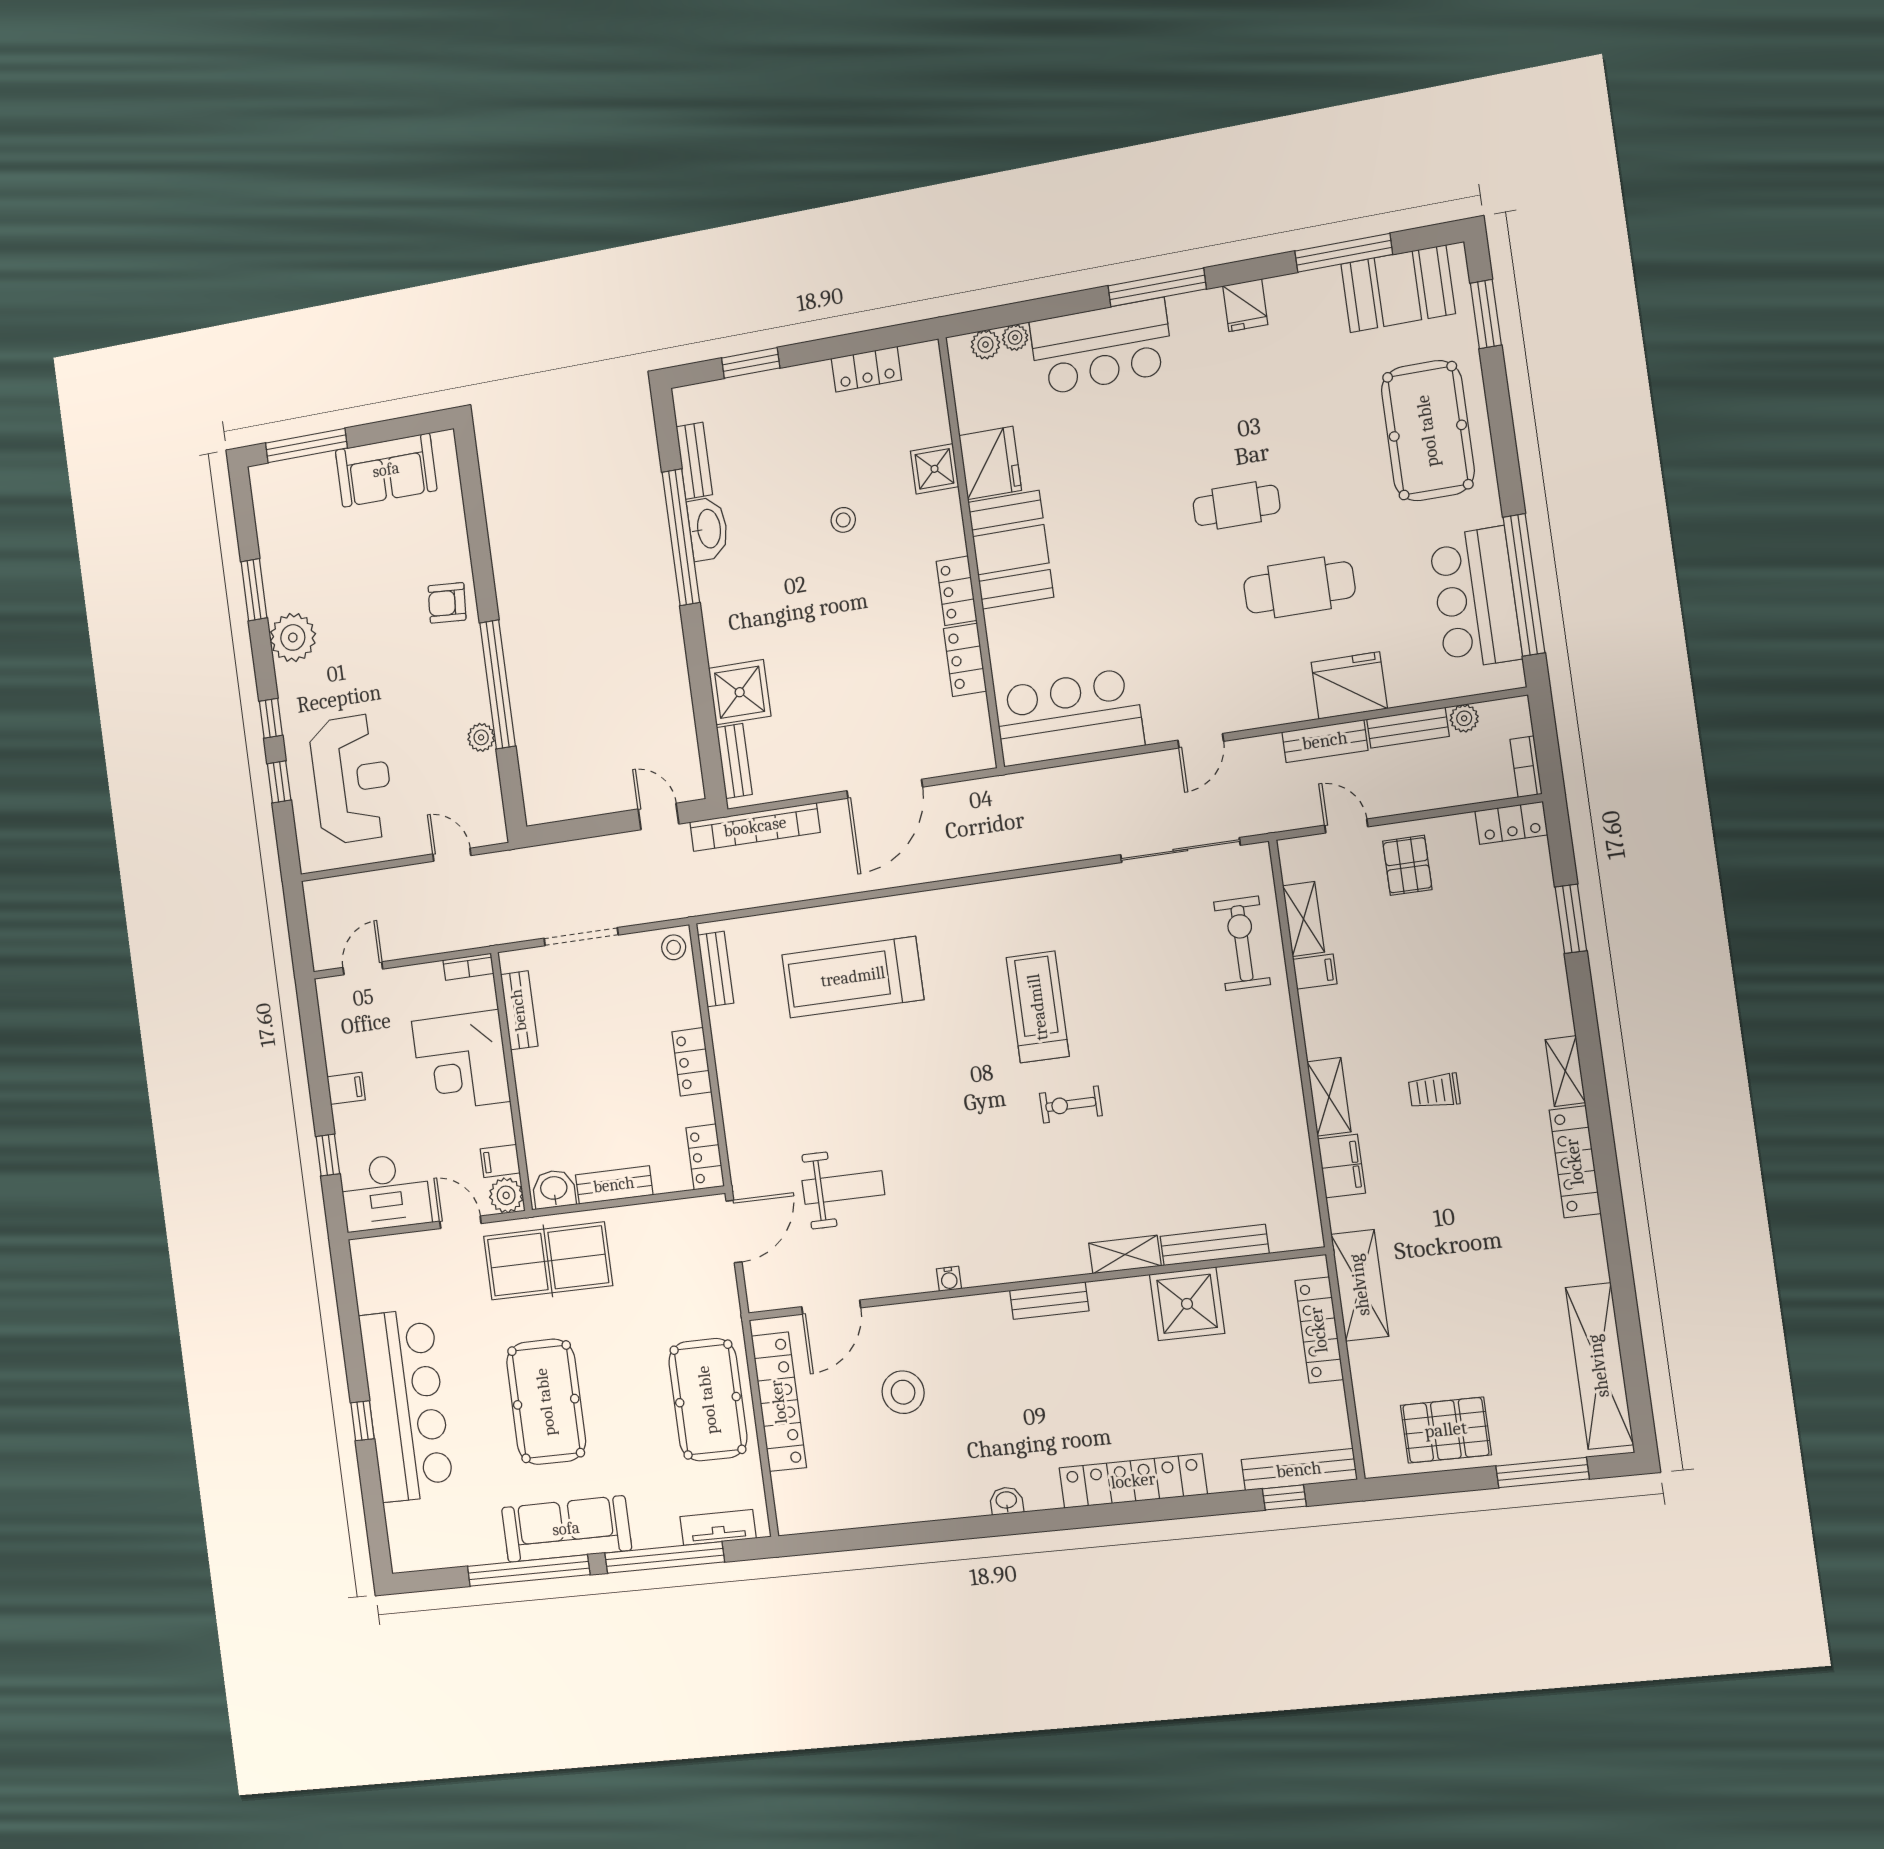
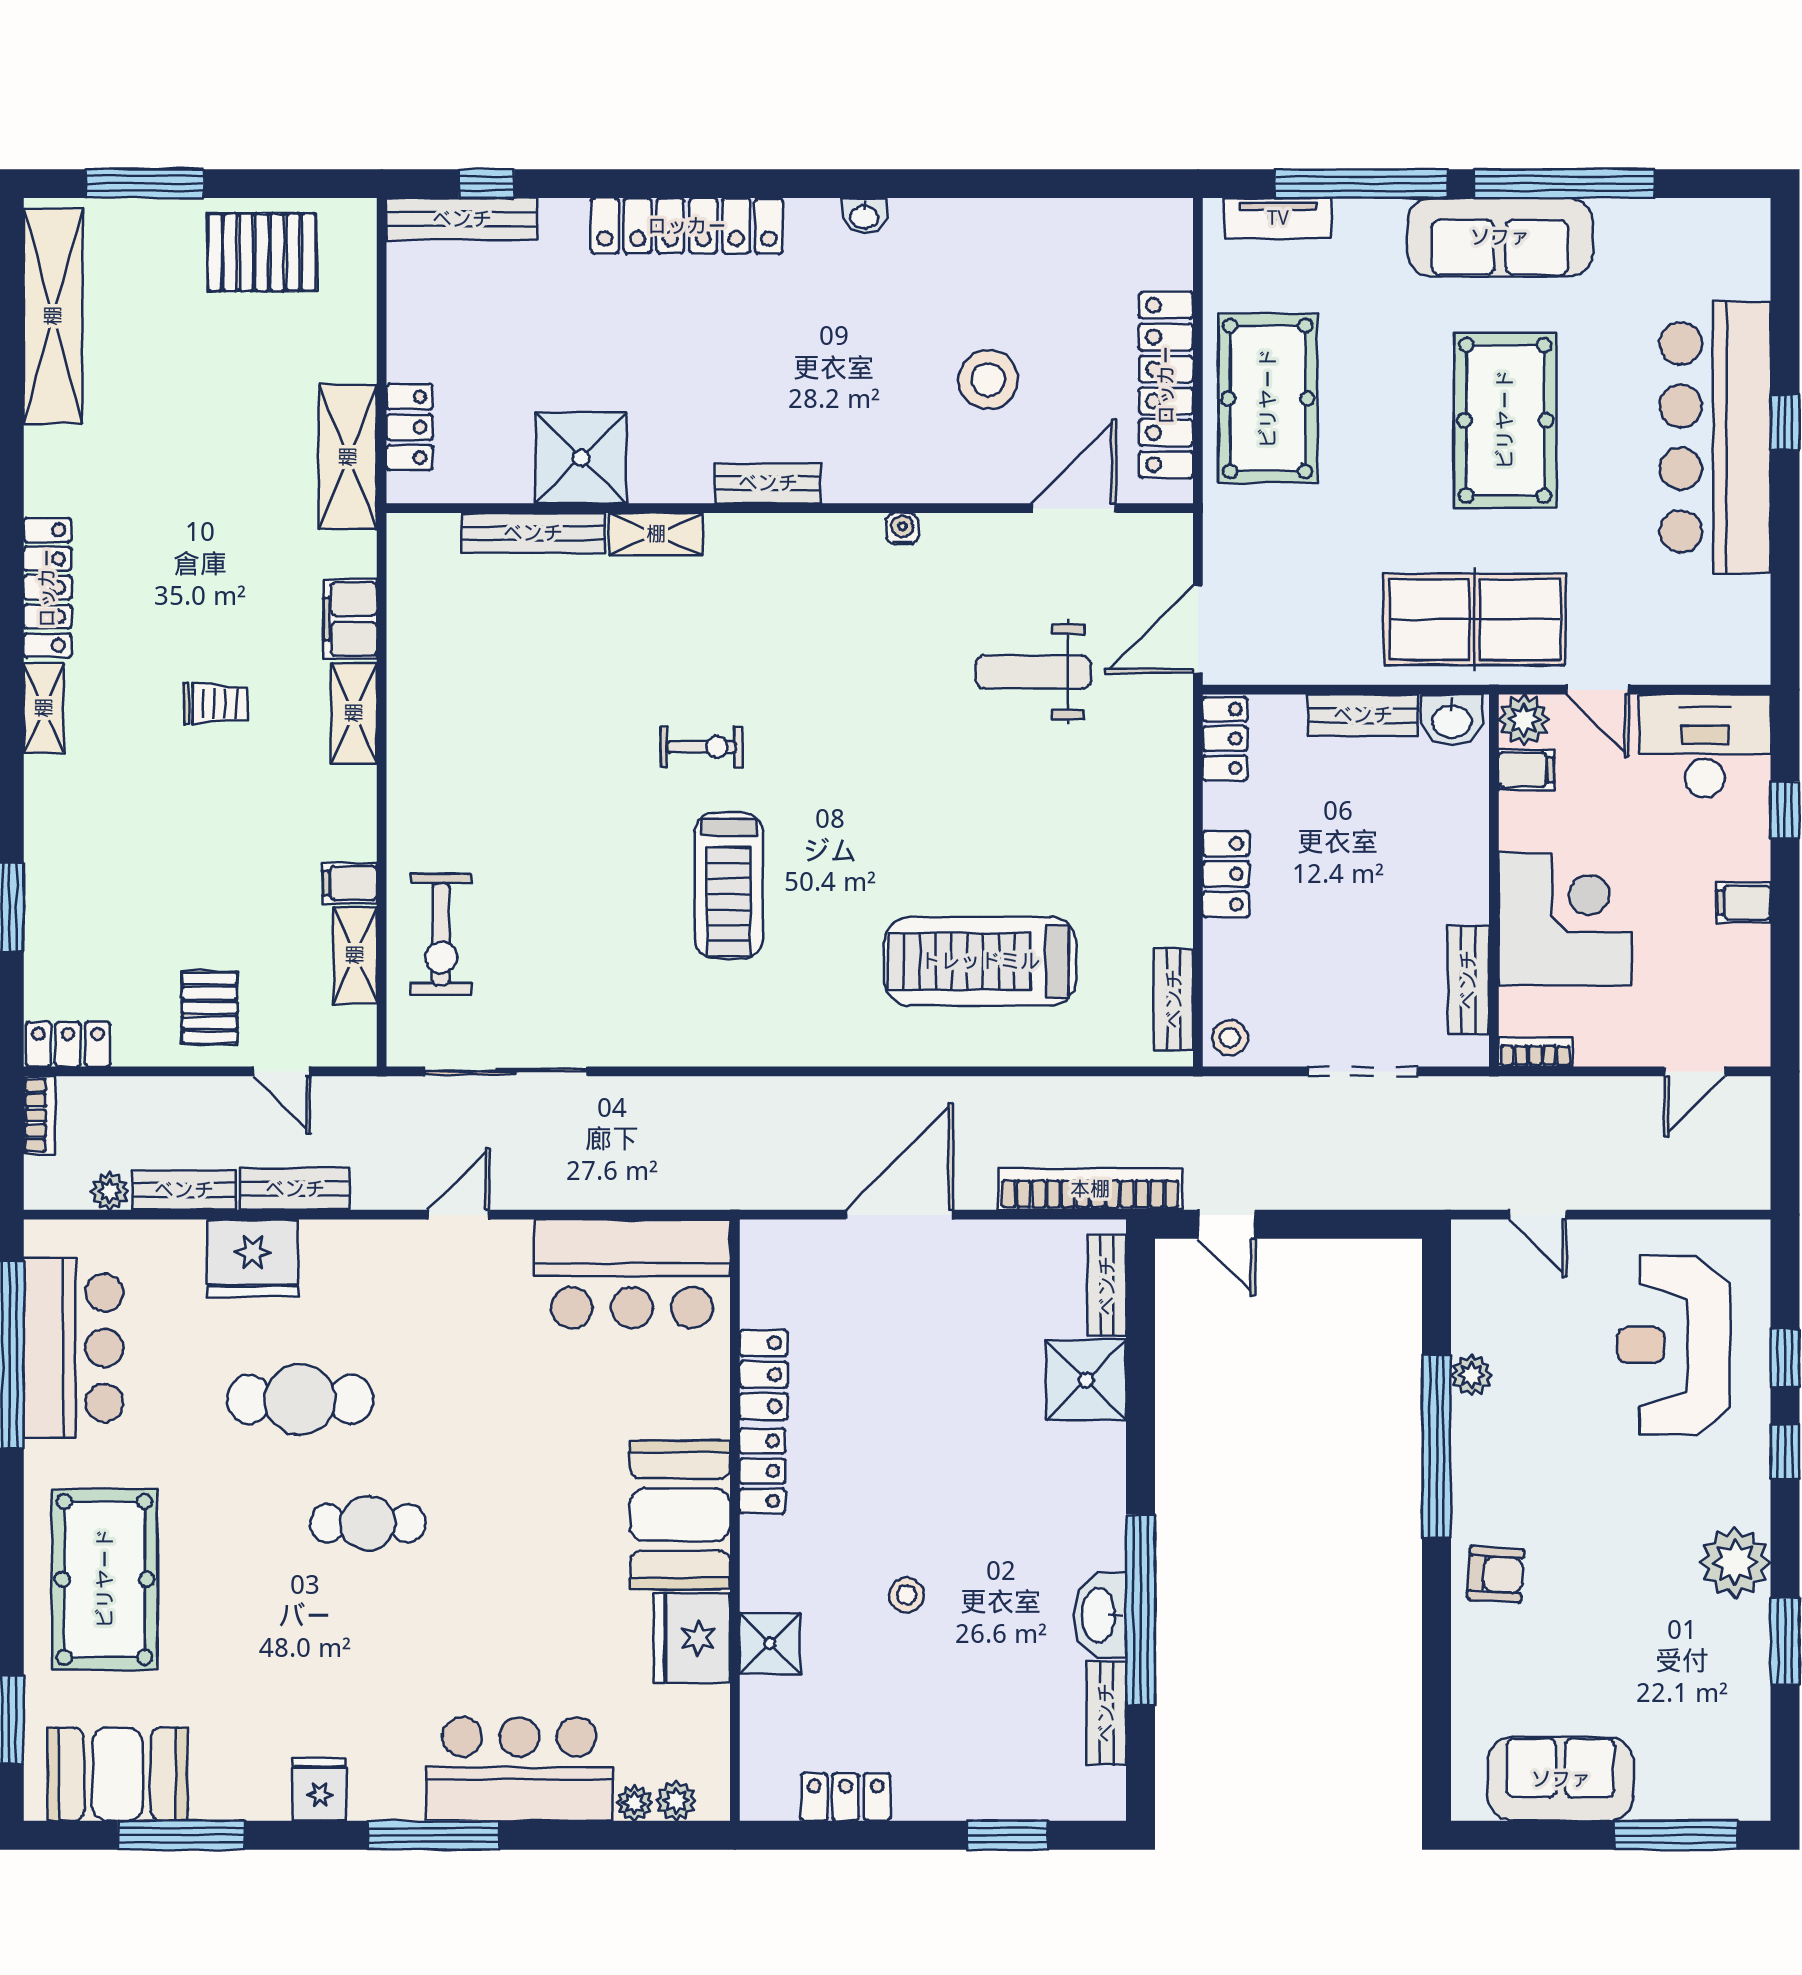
treadmill: (853, 977) -> (980, 961), turned 180
locker: (1319, 1330) -> (409, 427), width x0.66

